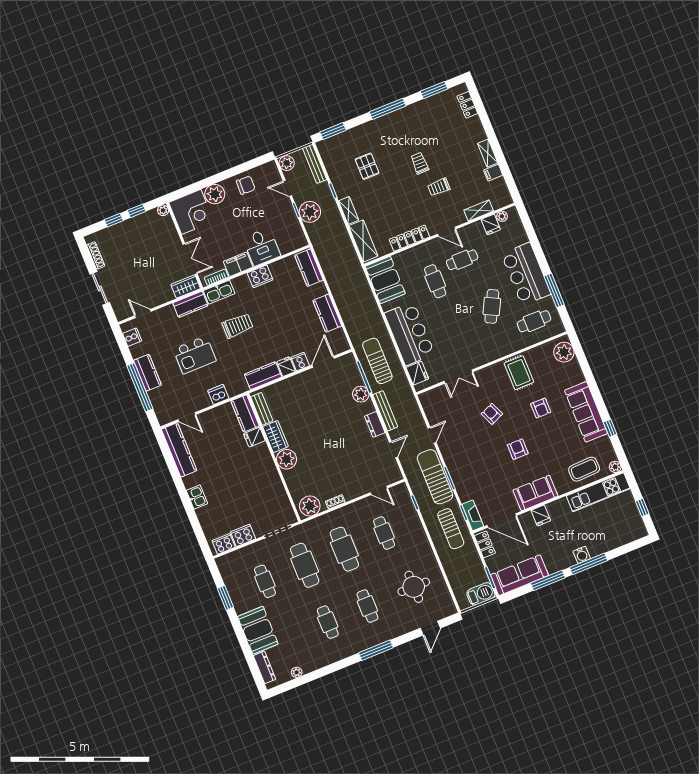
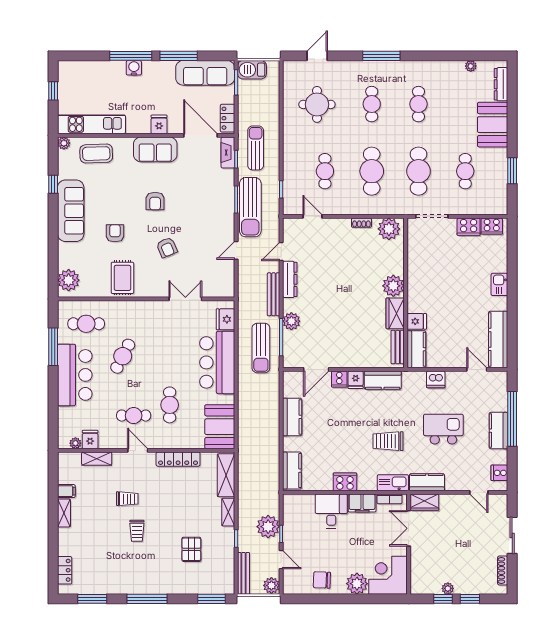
plant: (163, 210) -> (448, 588), moved
dresser: (375, 424) -> (290, 279), width x1.44

